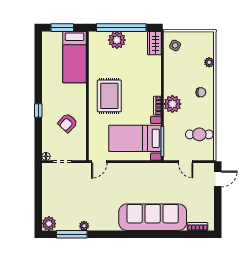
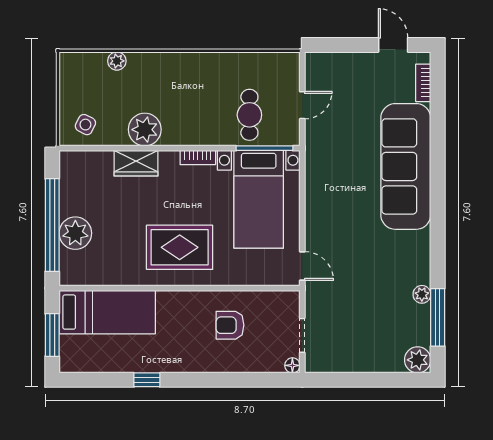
wardrobe: (154, 43) -> (136, 163), moved
chair: (201, 92) -> (173, 77), removed
plant: (172, 104) -> (145, 130), moved
window: (38, 110) -> (147, 380), moved
armchair: (68, 123) -> (230, 325), turned 137
cafe table: (199, 134) -> (249, 115), moved
door: (218, 179) -> (393, 45), moved

